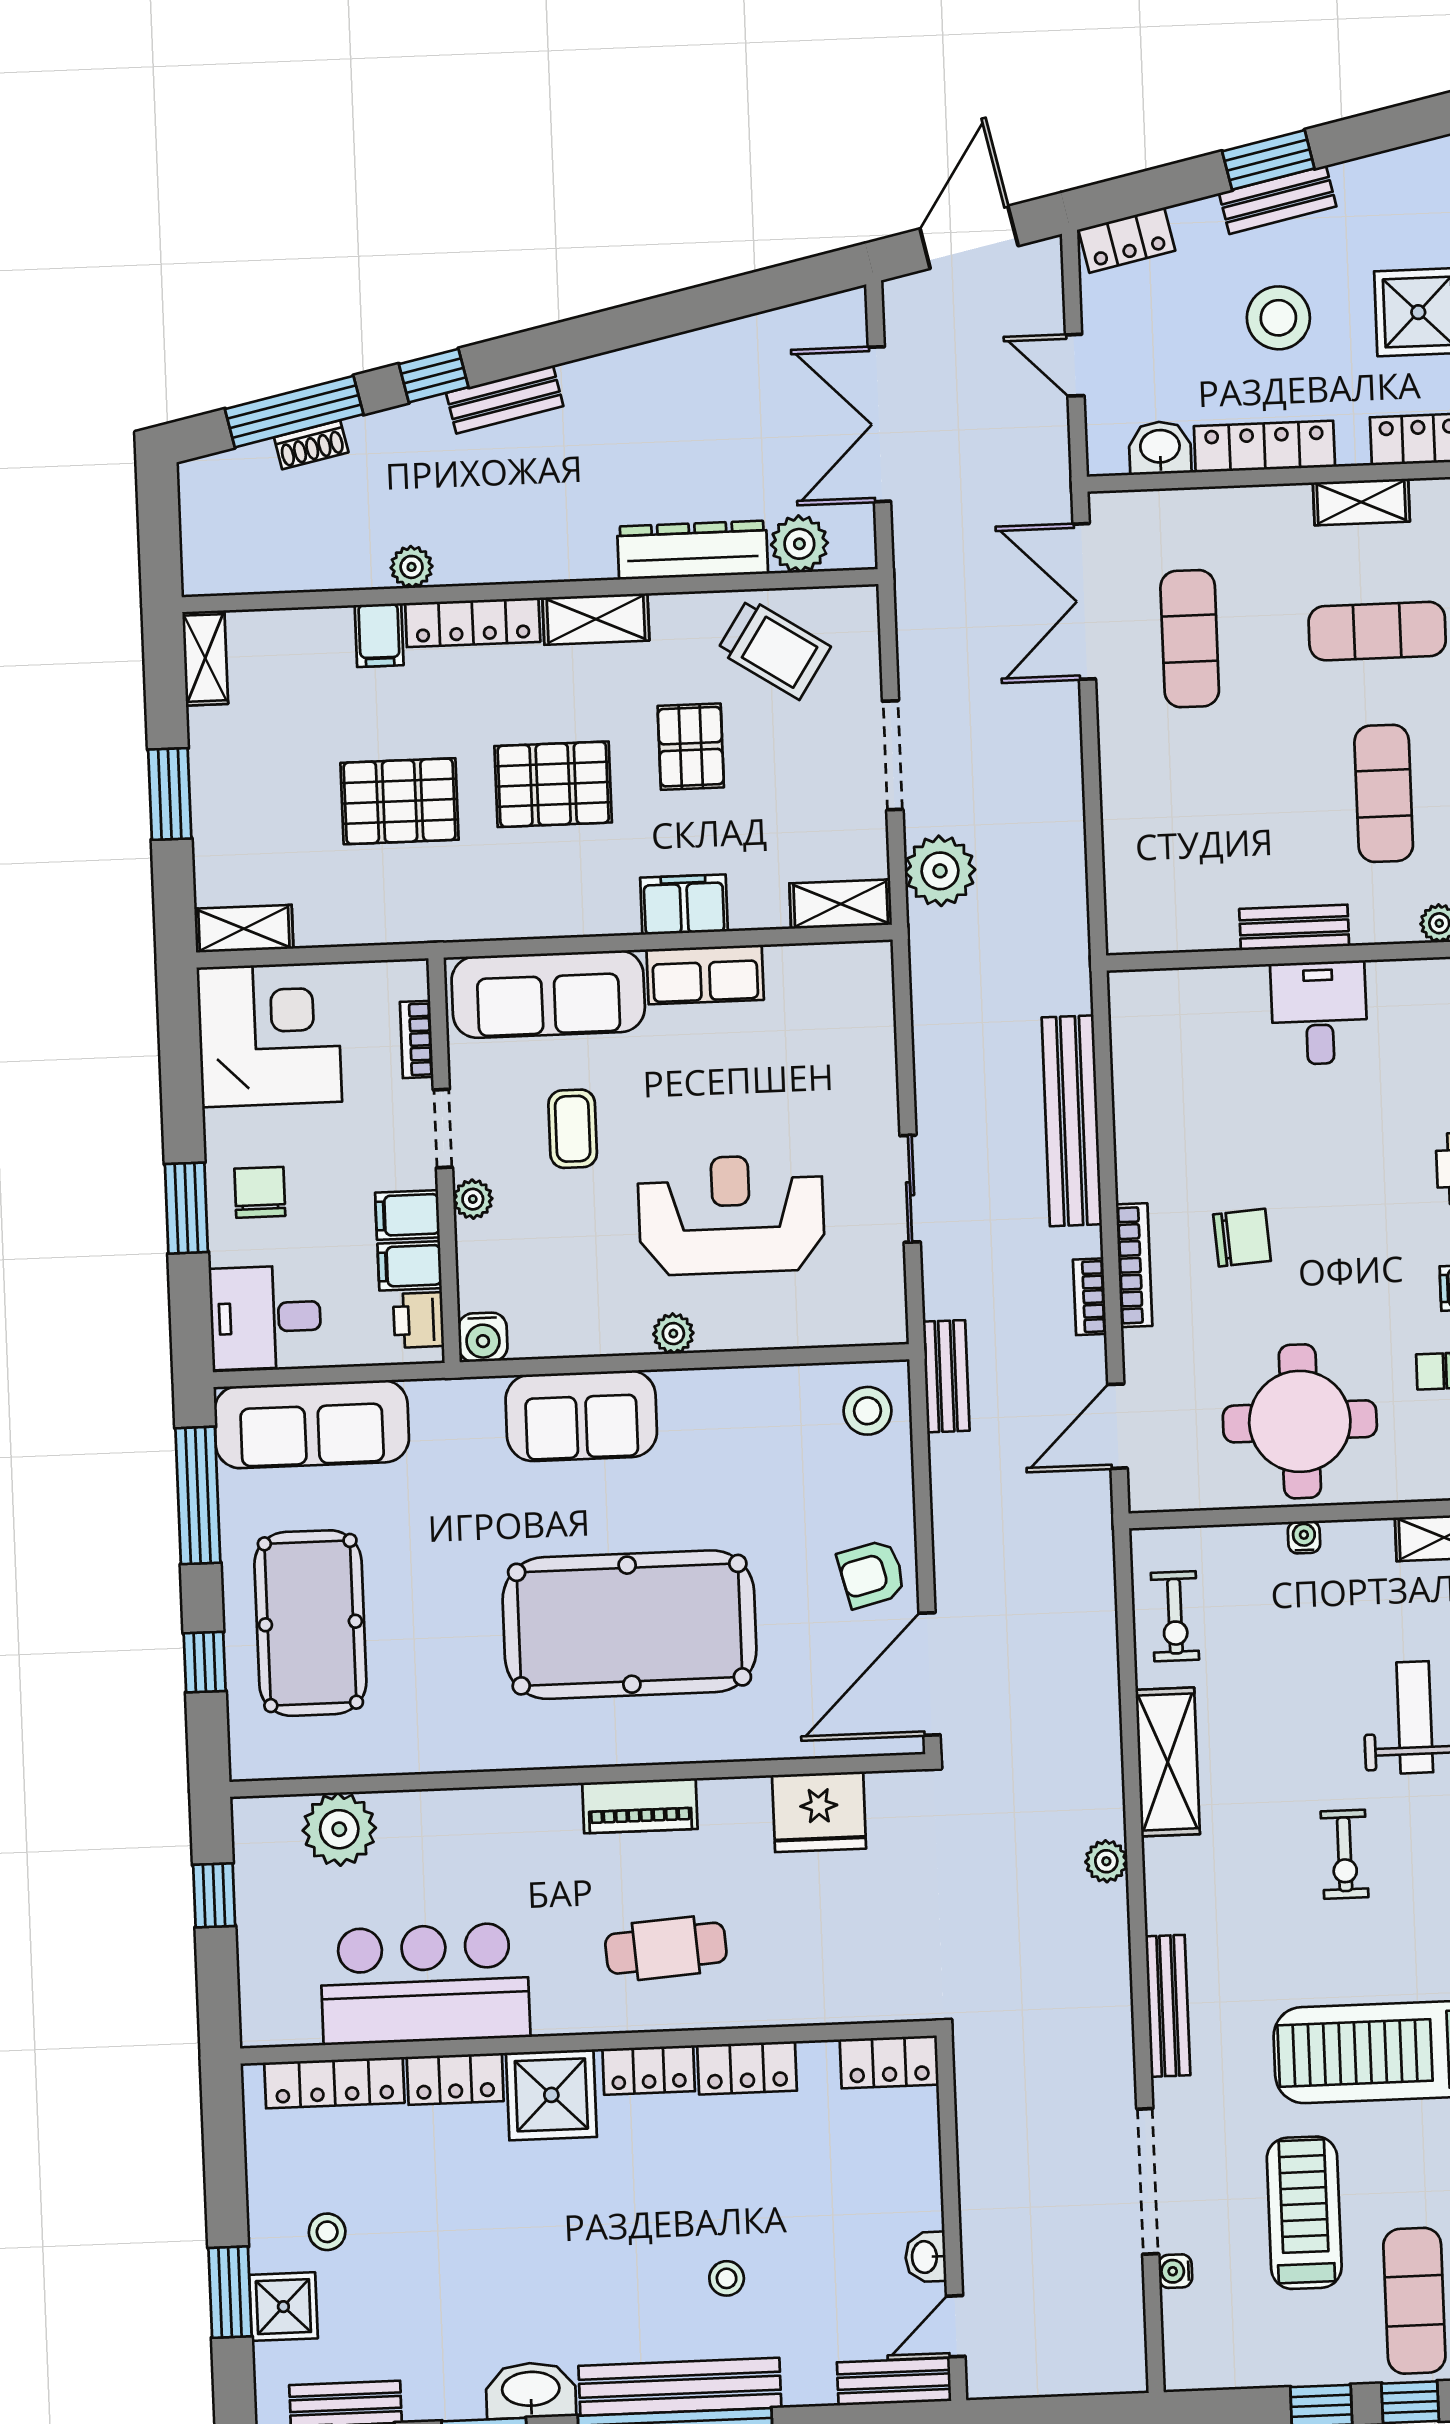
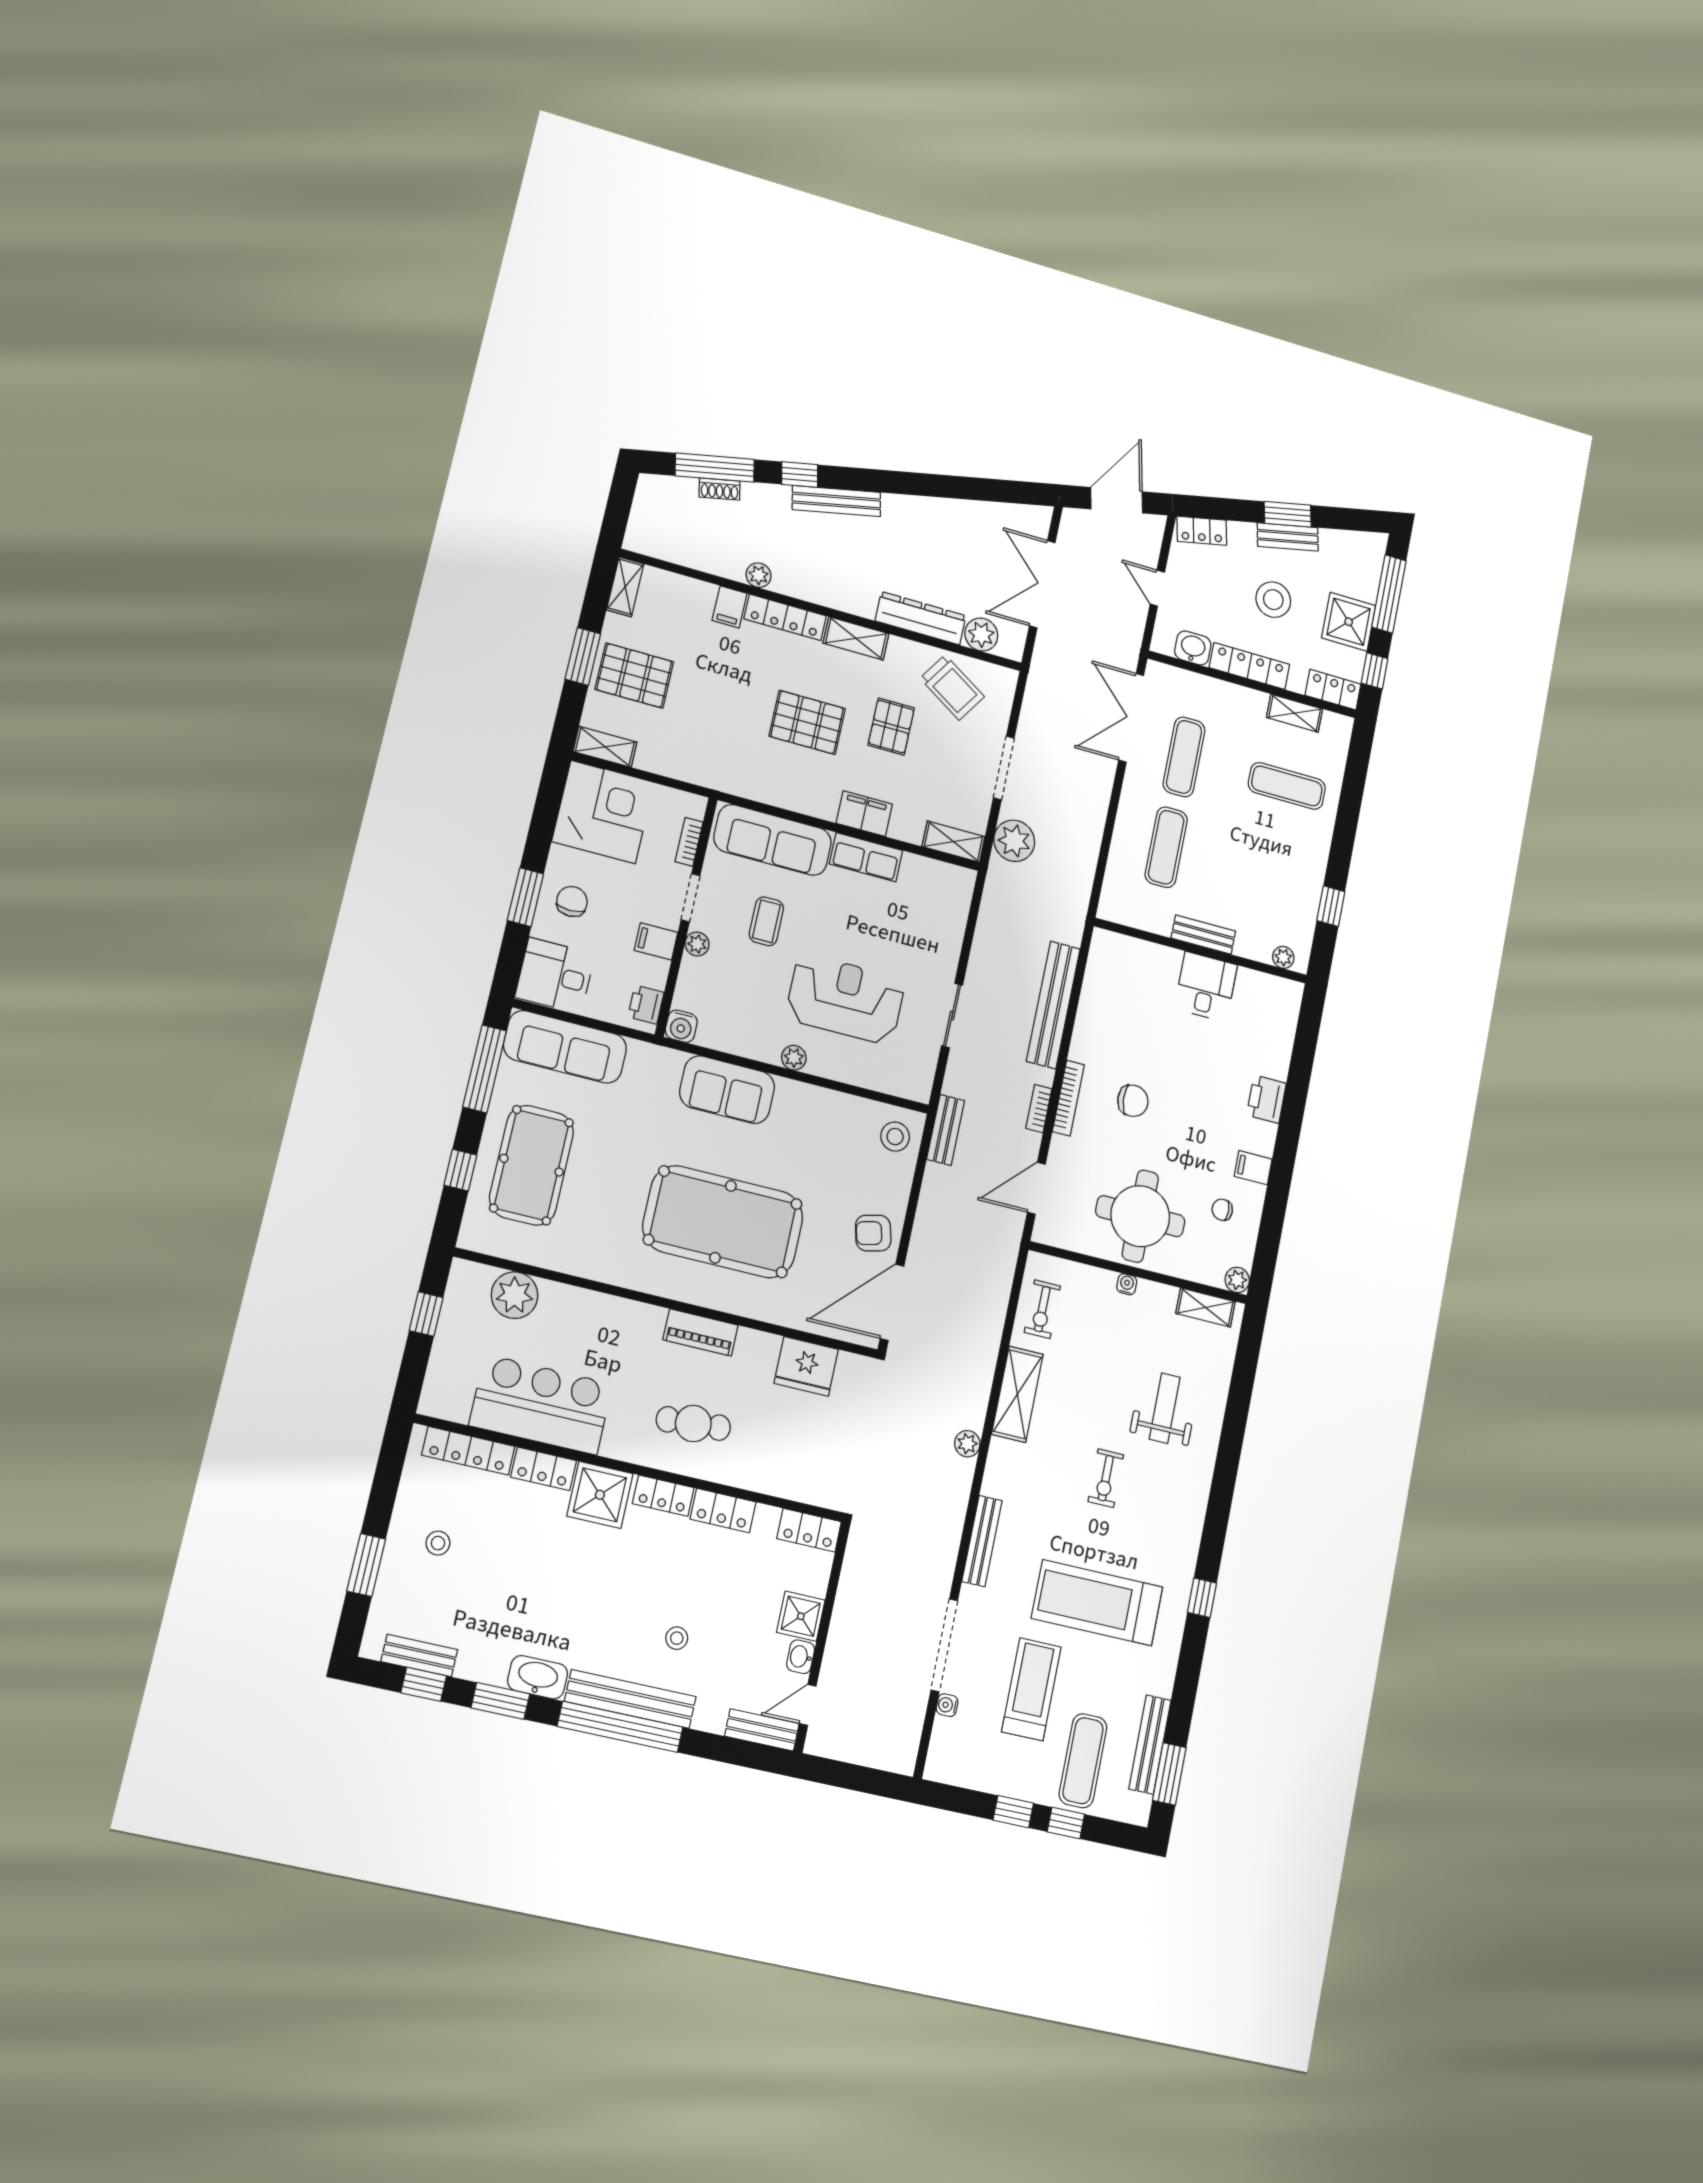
bench: (505, 399) -> (836, 501), width x1.36
exercise mat: (1384, 793) -> (1166, 847), moved
pallet: (400, 801) -> (634, 676), moved
filing cabinet: (410, 1266) -> (649, 971), removed
shower: (283, 2307) -> (801, 1616), moved

